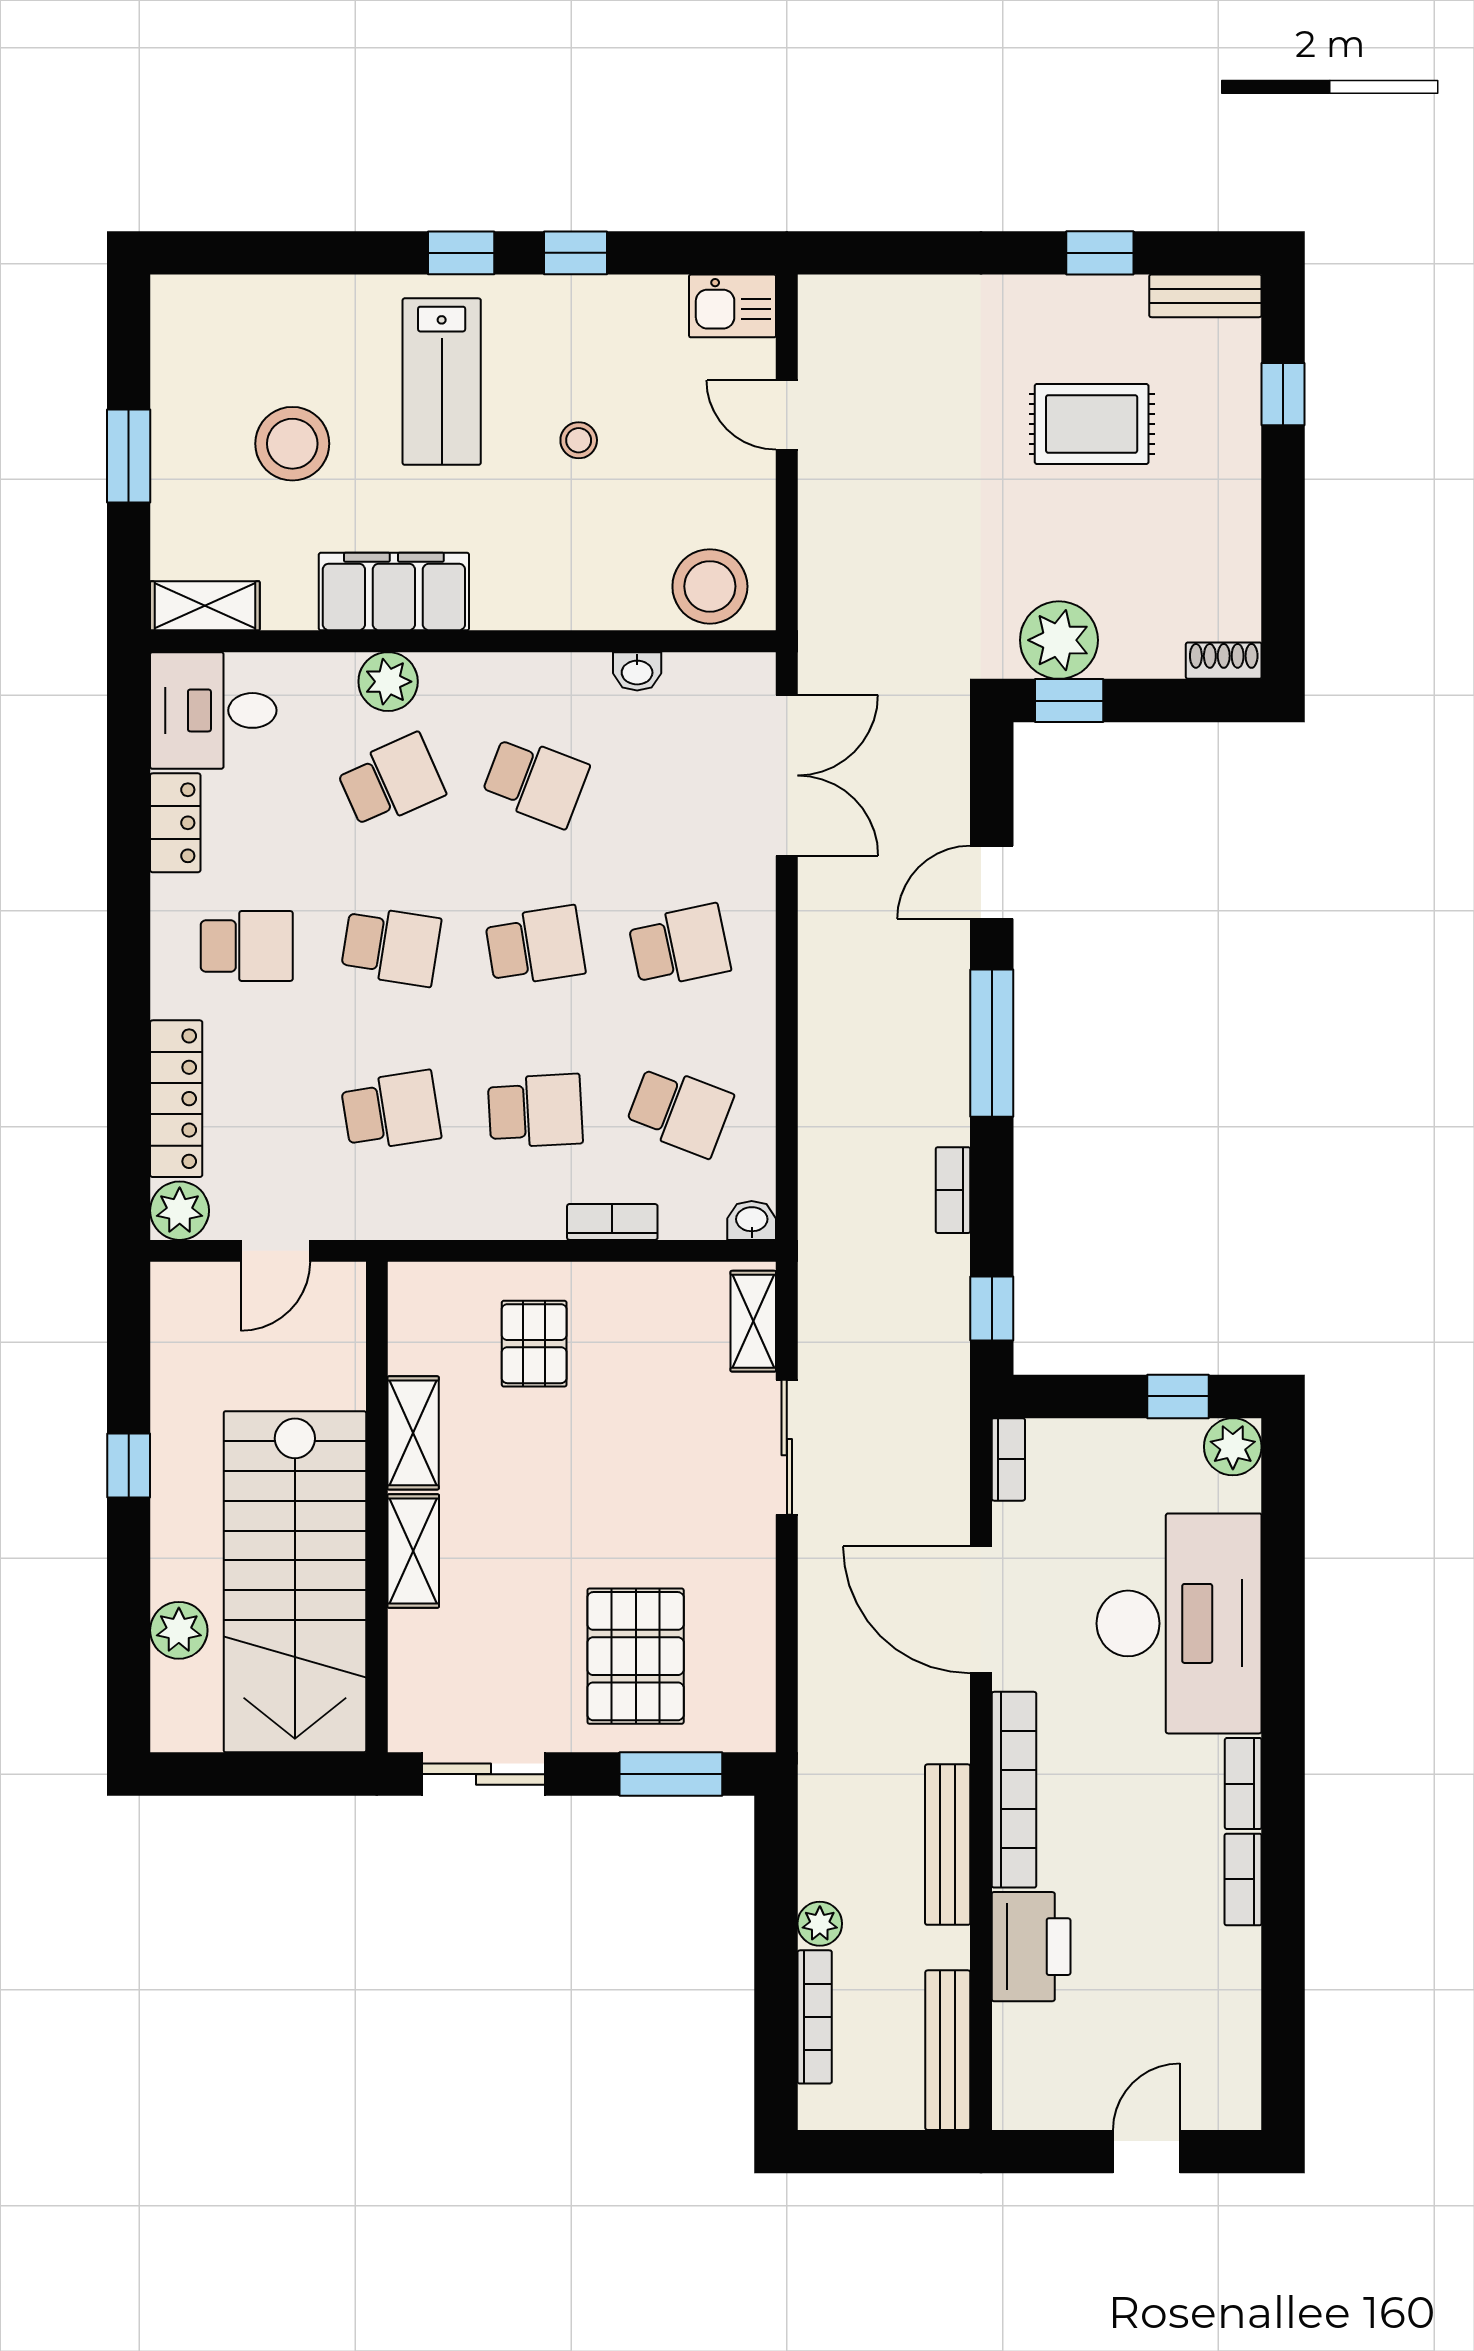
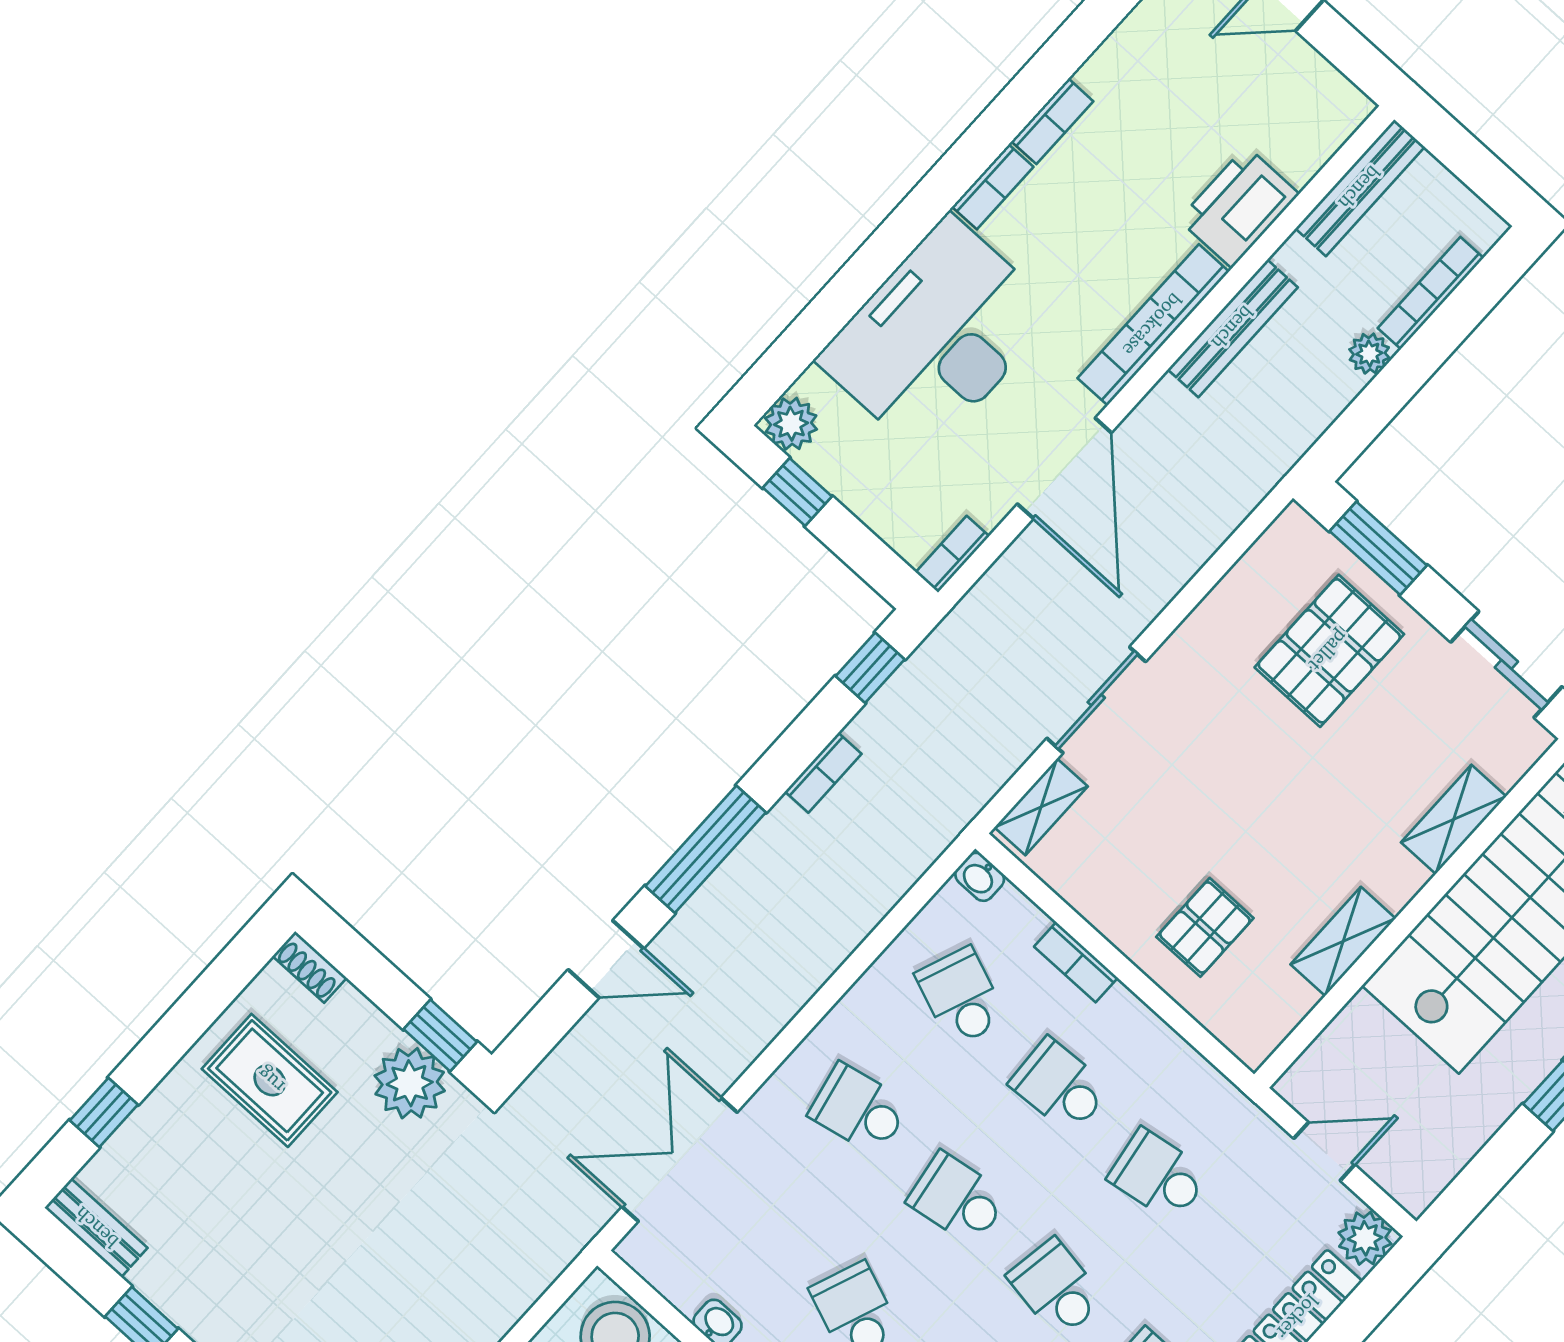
rug: (1092, 424) -> (270, 1080), moved
shelving: (413, 1551) -> (1454, 819), moved

